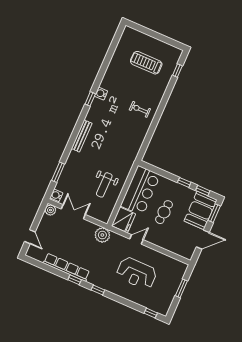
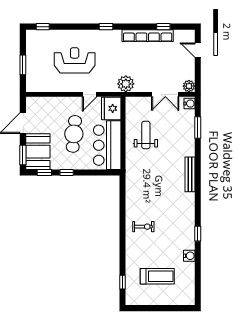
water cooler: (101, 94) -> (189, 256), moved
window: (90, 99) -> (198, 234), moved
cafe table: (164, 212) -> (74, 134), width x1.37, depth x1.35
window: (75, 280) -> (163, 27), moved

